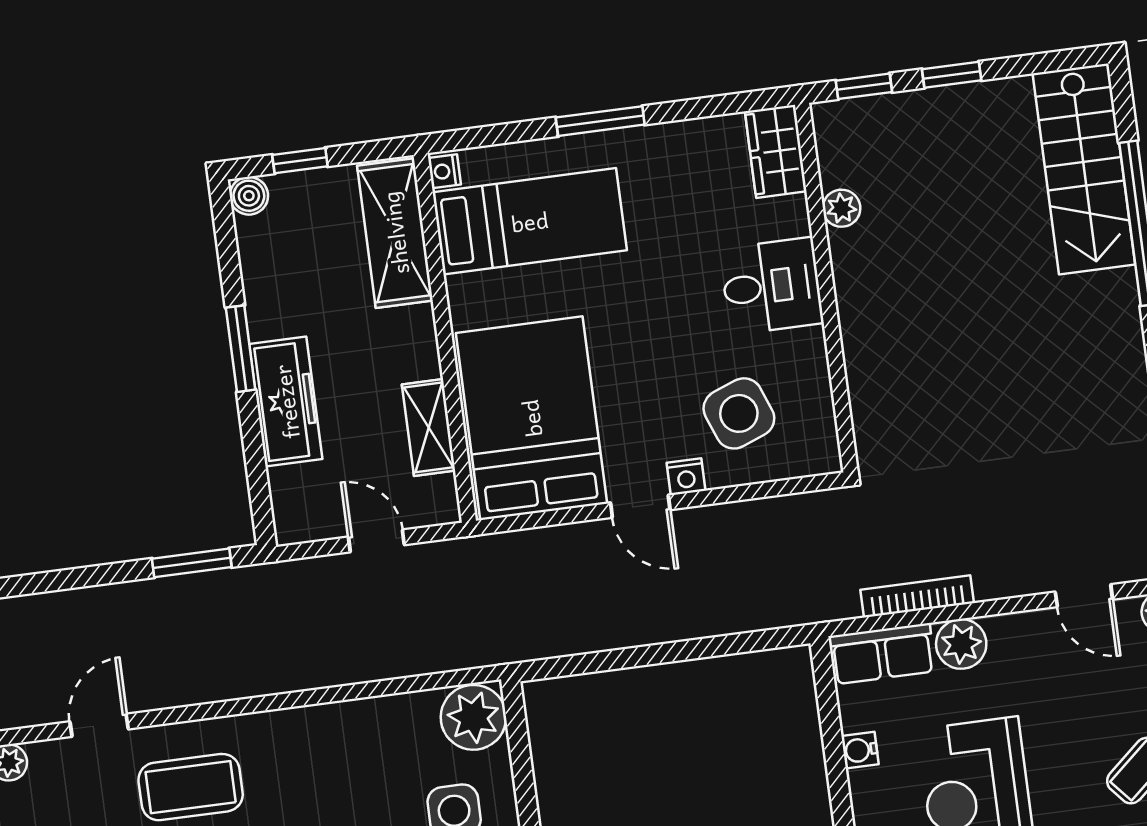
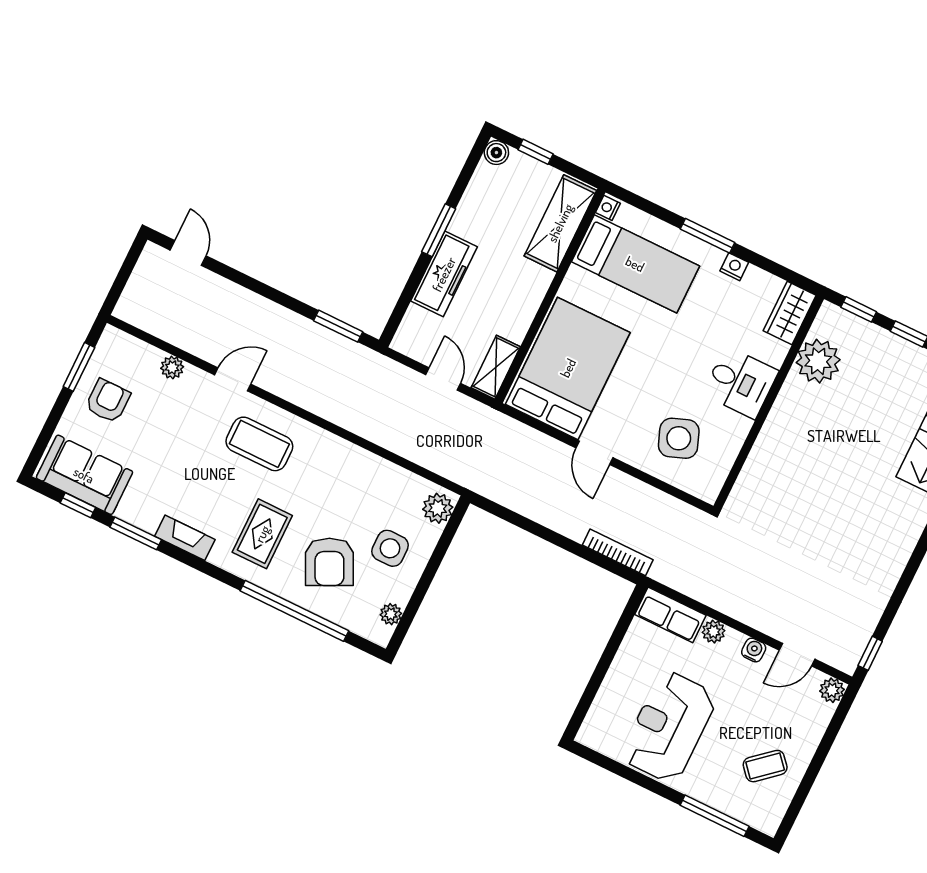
plant: (842, 208) -> (818, 361), width x1.87, depth x1.87
shelving: (429, 427) -> (496, 367), moved
nightstand: (686, 477) -> (734, 267), moved, turned 180
bookcase: (917, 596) -> (618, 552), moved
door: (1084, 596) -> (797, 655), hinge flipped
plant: (961, 644) -> (713, 632), width x0.73, depth x0.73
plant: (473, 717) -> (438, 508), width x0.73, depth x0.73
water cooler: (860, 750) -> (754, 650), moved, turned 90

